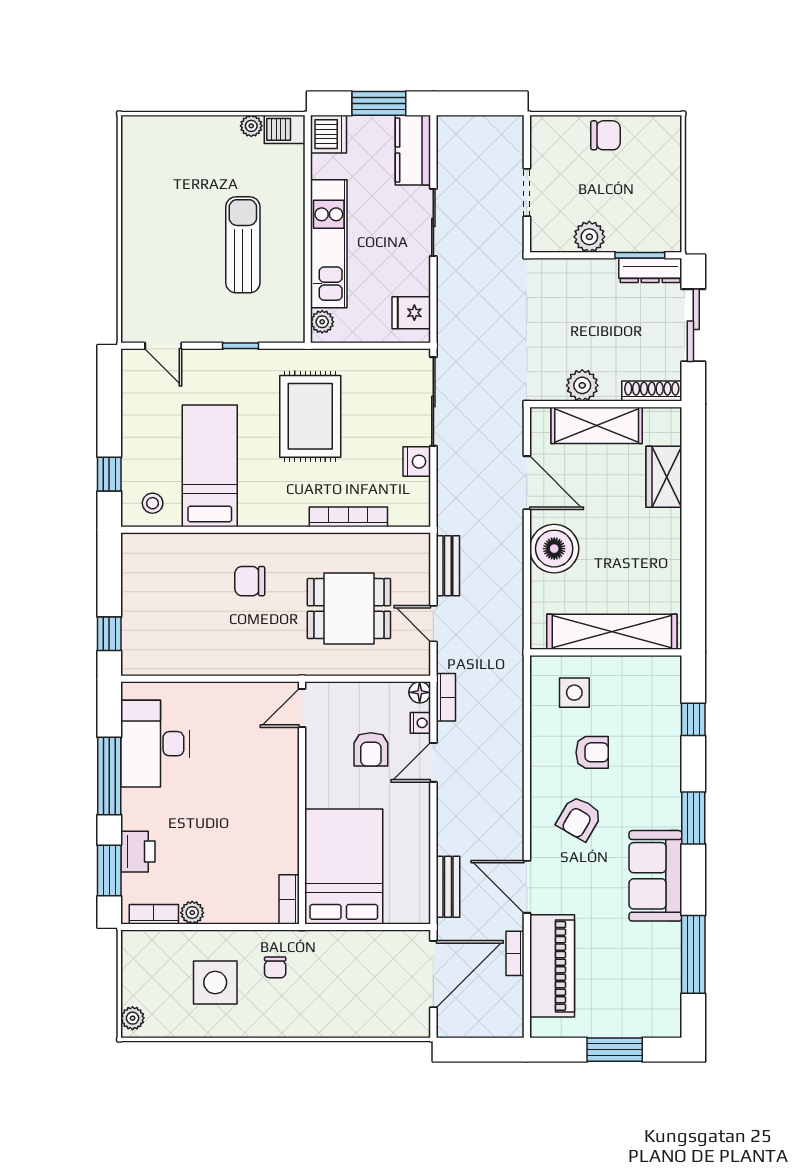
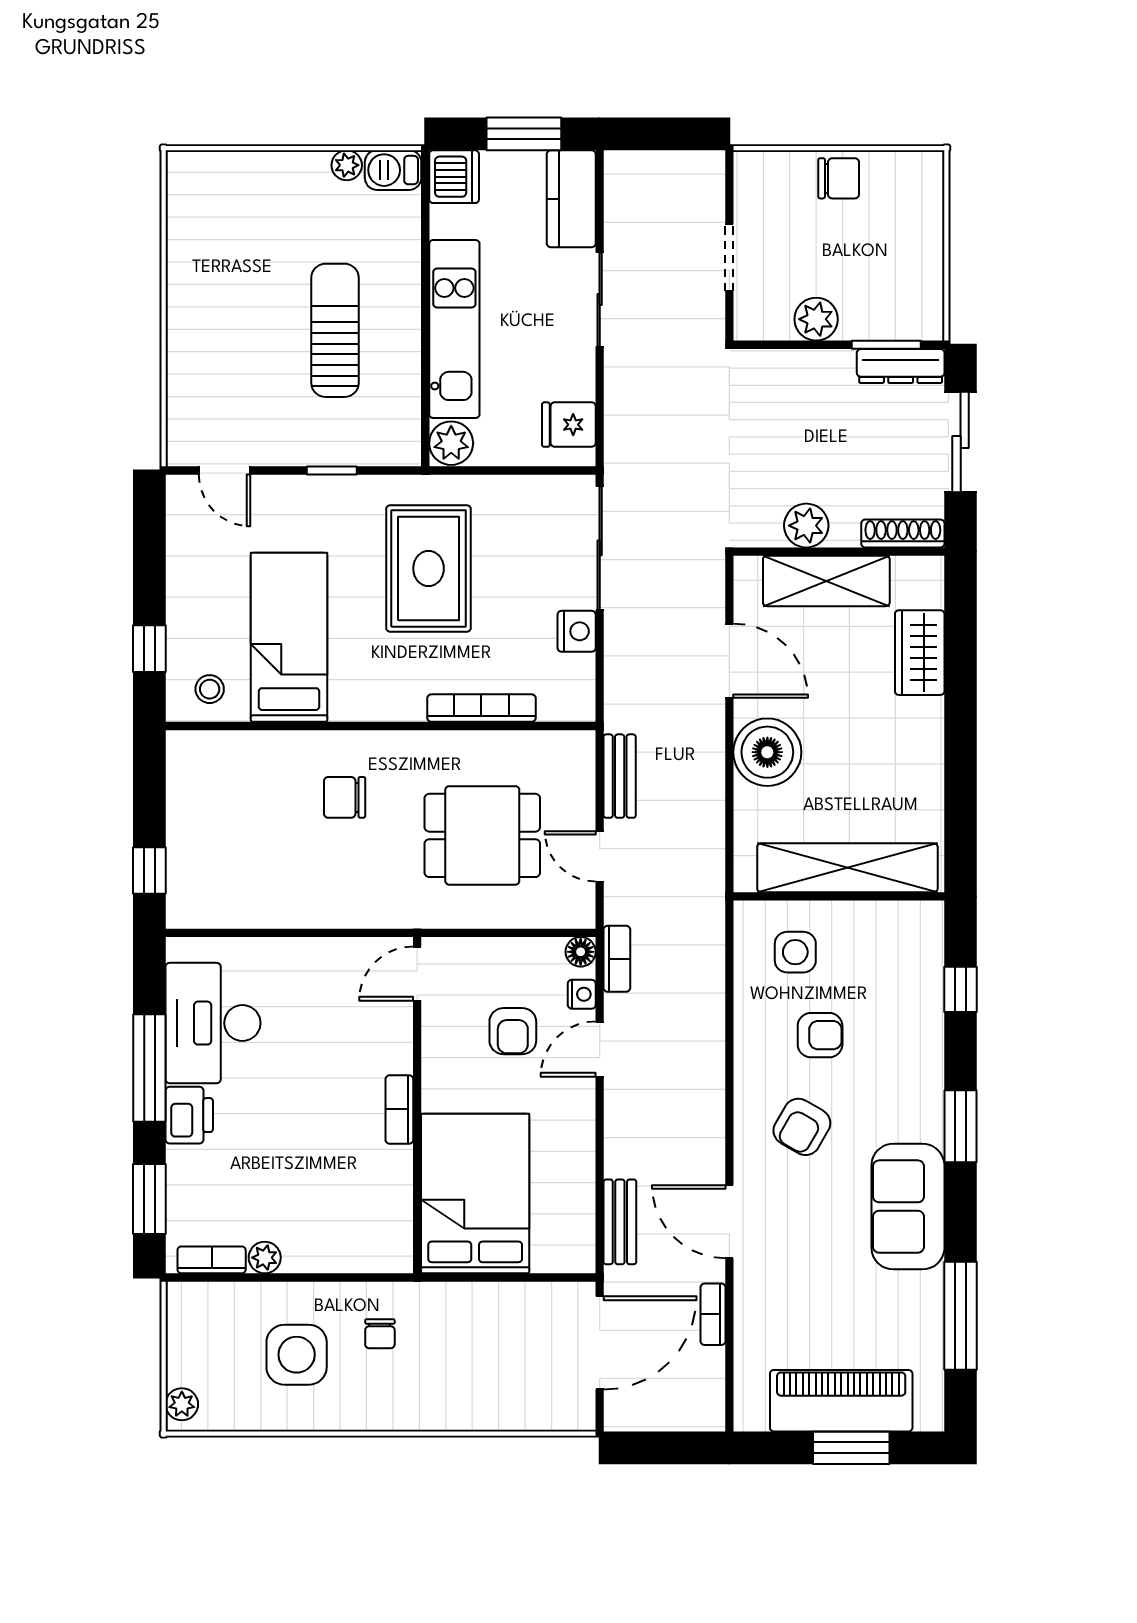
plant: (322, 322) -> (451, 443), width x1.38, depth x1.38
printer: (138, 852) -> (189, 1115), moved
bookcase: (289, 899) -> (399, 1109), moved
piano: (552, 966) -> (841, 1401), moved, turned -90

